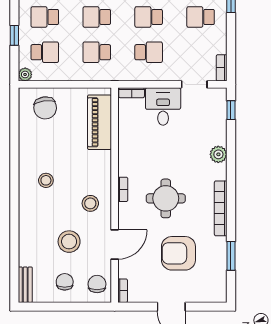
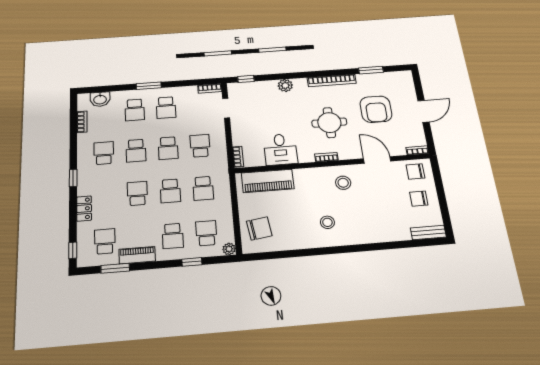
desk: (163, 106) -> (280, 149), moved, turned -90
stool: (69, 242) -> (381, 198), removed

